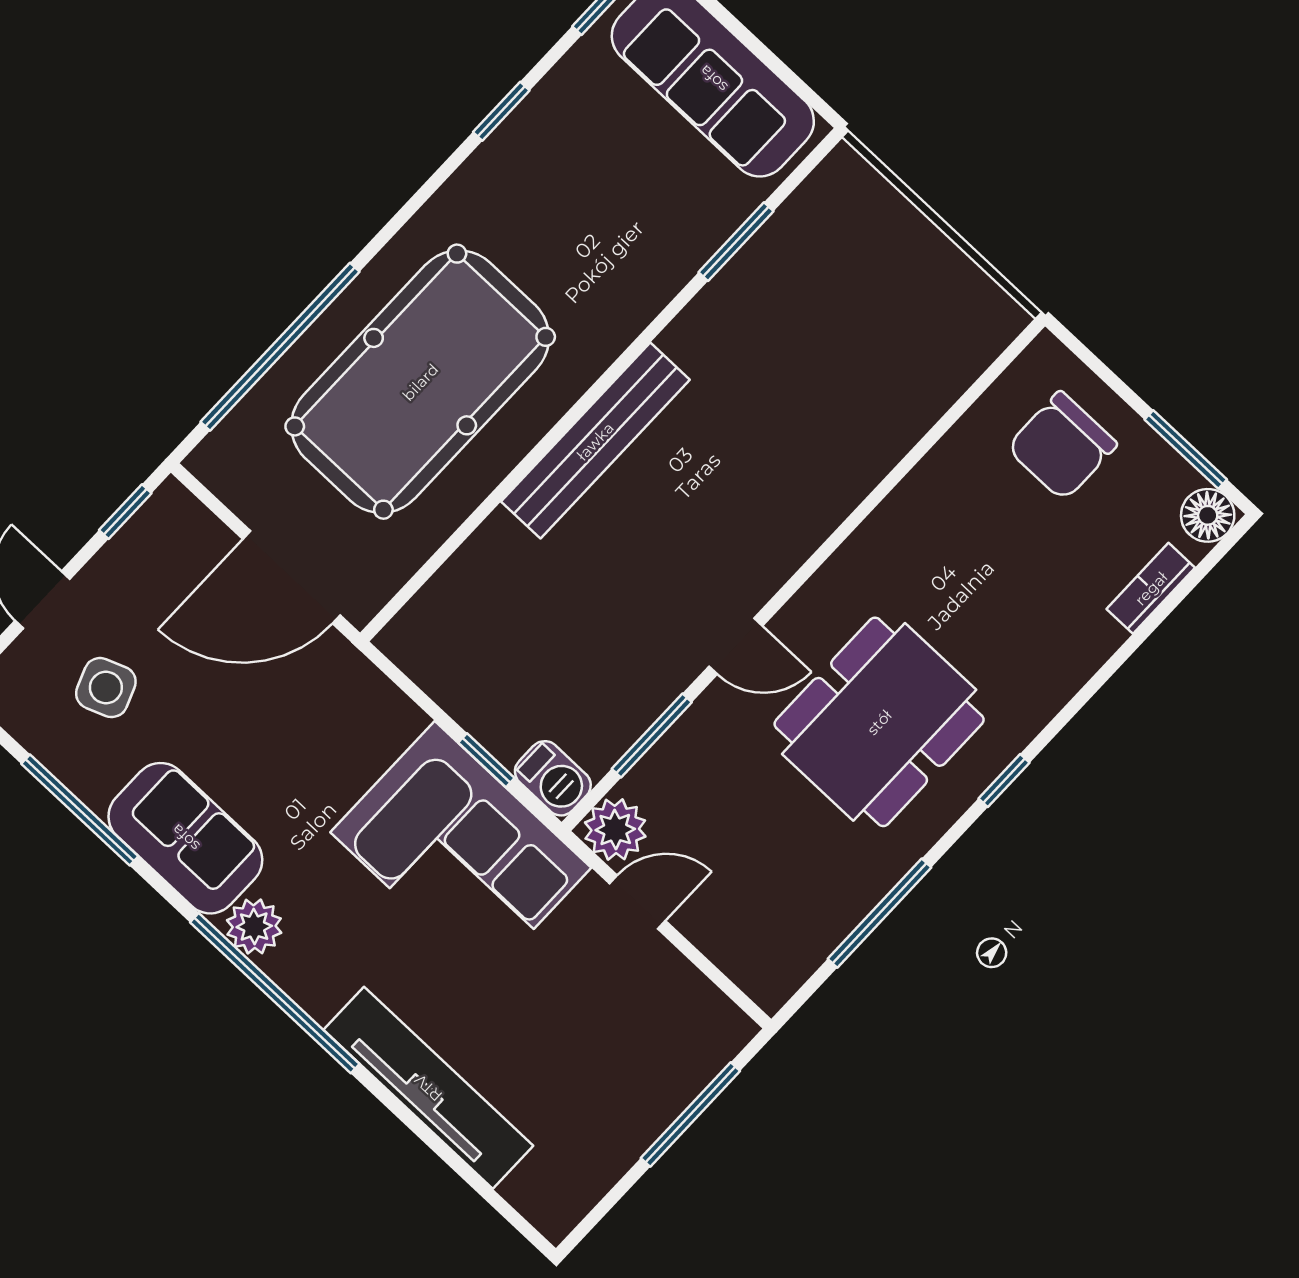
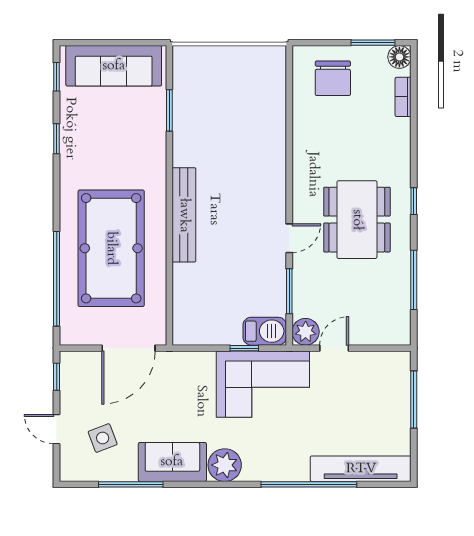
barbecue: (553, 778) -> (265, 331), width x1.38, depth x1.27
plant: (254, 927) -> (225, 465), width x1.36, depth x1.36
window: (275, 993) -> (309, 484), moved
tv unit: (428, 1088) -> (361, 469), moved

